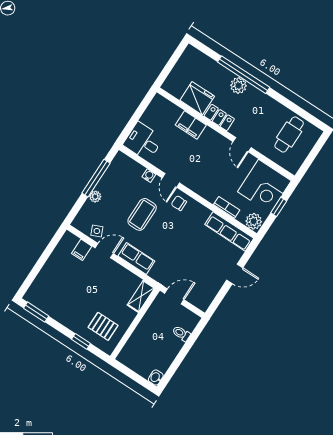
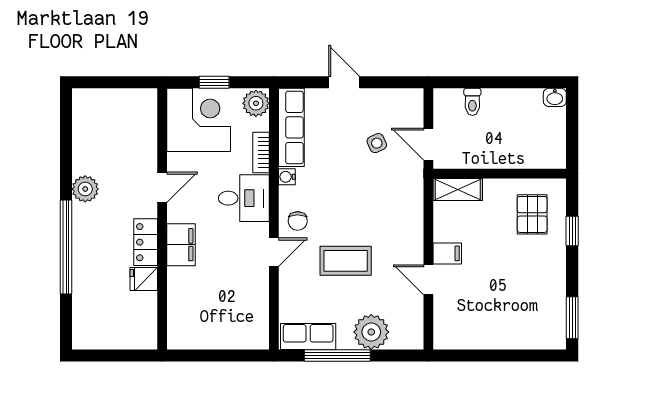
plant: (238, 86) -> (85, 189), moved
fridge: (197, 98) -> (144, 279), width x0.53, depth x0.75
filing cabinet: (191, 125) -> (181, 245), moved
cafe table: (289, 135) -> (107, 132), removed
desk: (143, 141) -> (244, 198), moved, turned -90
water cooler: (149, 176) -> (287, 177), moved
plant: (95, 197) -> (371, 332), width x1.88, depth x1.88
side table: (97, 231) -> (377, 143), moved
filing cabinet: (82, 250) -> (447, 253), moved
row of seats: (136, 258) -> (308, 336), moved, turned 90

